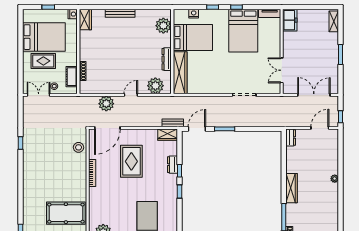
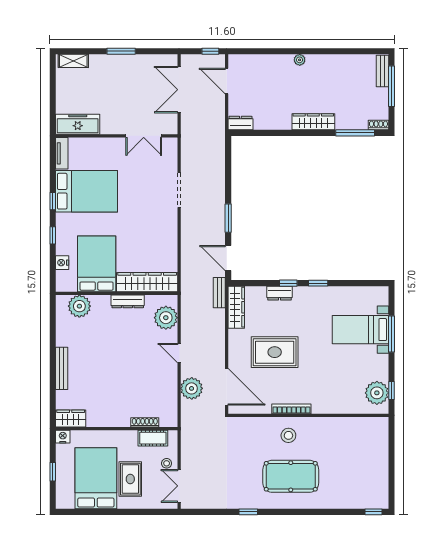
freezer: (290, 20) -> (78, 124), width x1.40
wardrobe: (168, 135) -> (236, 307), width x1.50
stool: (79, 147) -> (288, 435), moved
pool table: (66, 213) -> (291, 476), moved, turned 90

